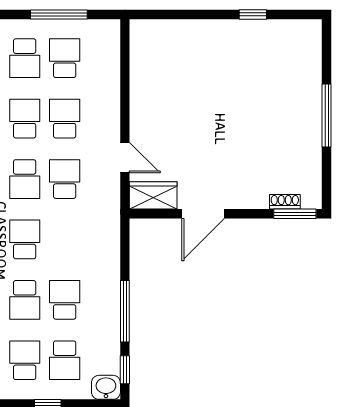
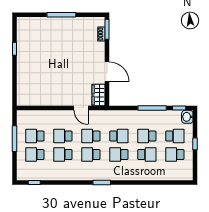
school desk: (25, 58) -> (35, 155), turned 180
door: (125, 158) -> (81, 108), swing flipped
school desk: (25, 179) -> (91, 155), turned 180
school desk: (65, 239) -> (119, 136), added

